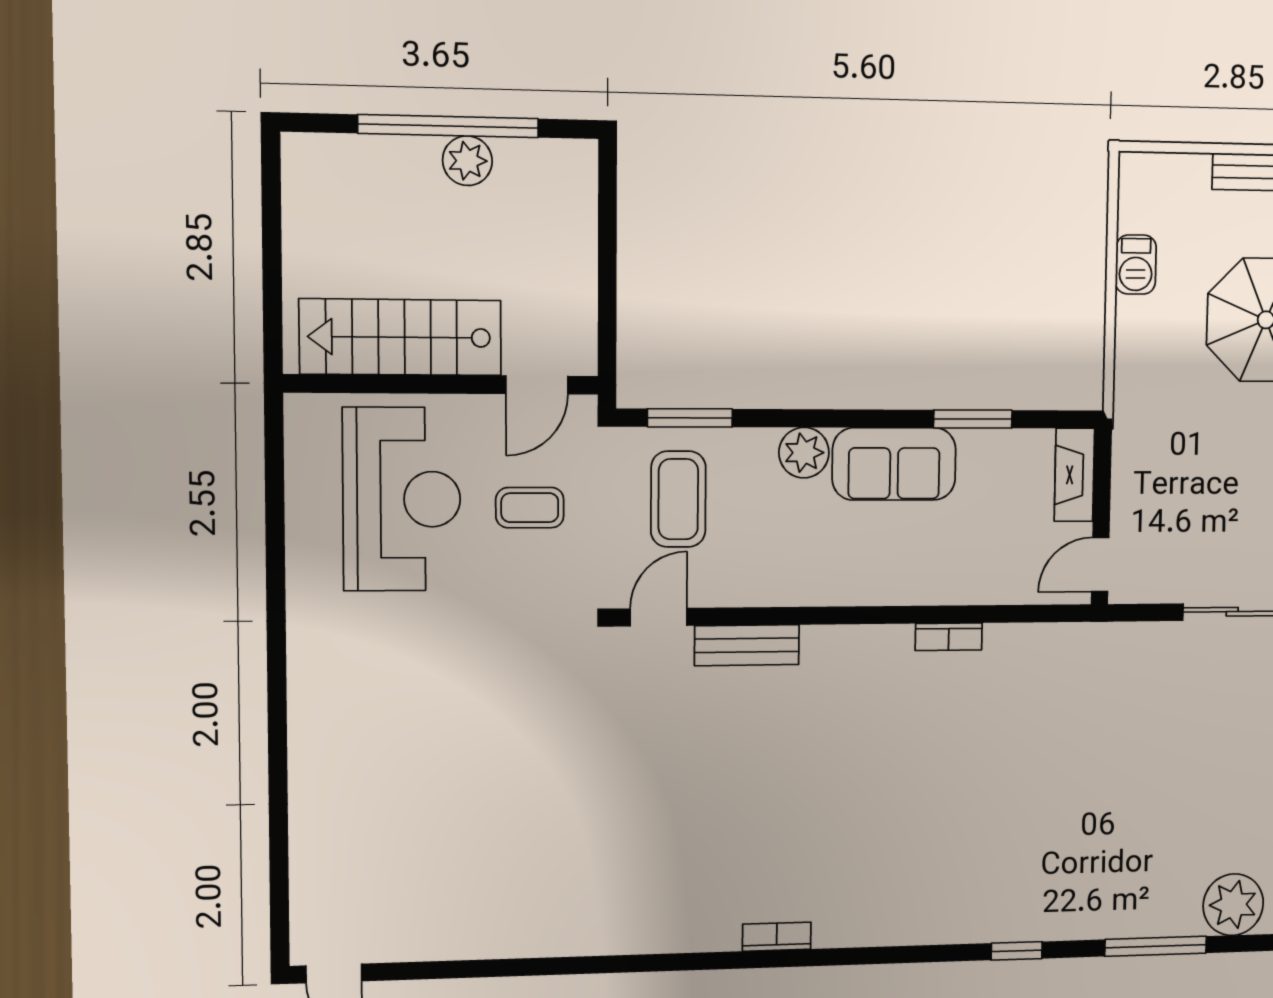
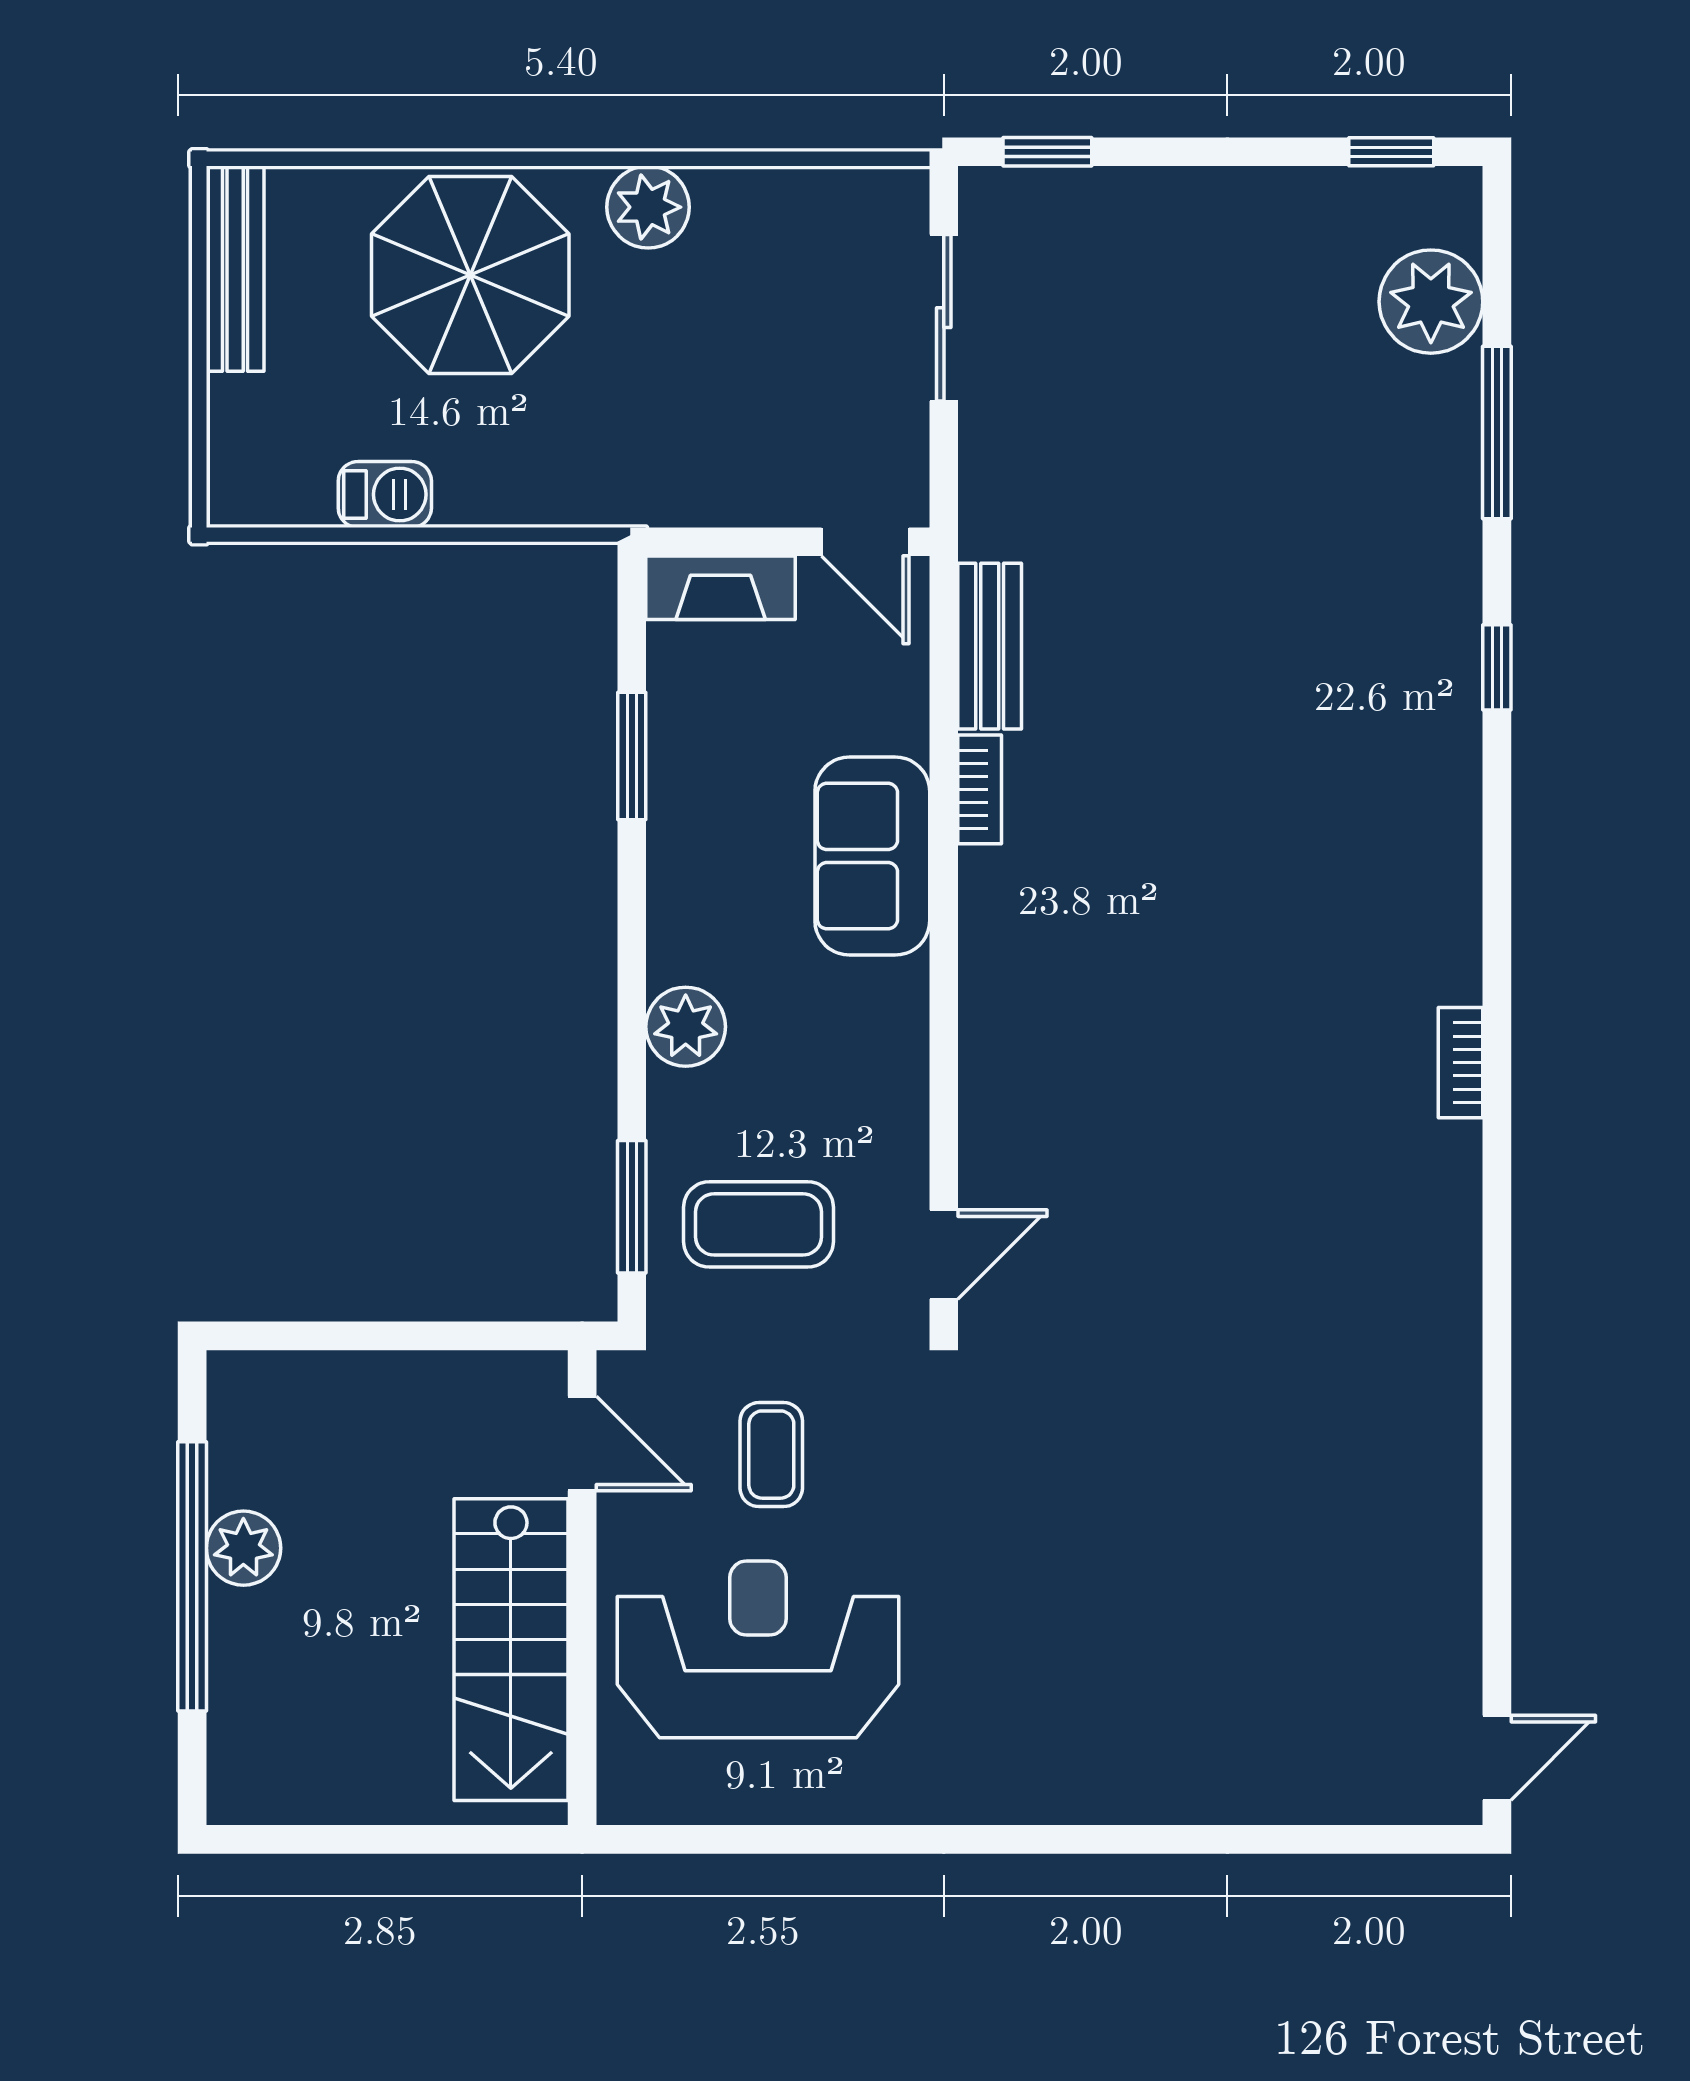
sofa: (894, 464) -> (872, 856), moved, turned 180
door: (658, 617) -> (944, 1254), swing flipped
bench: (747, 645) -> (990, 646), moved

